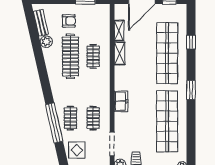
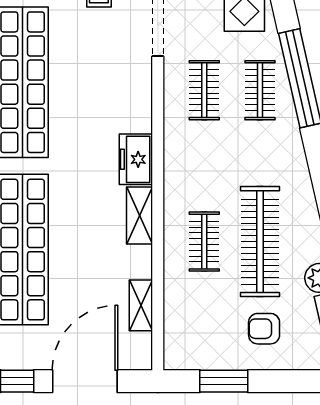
shelving: (120, 53) -> (139, 216), moved
freezer: (121, 101) -> (136, 159), moved

